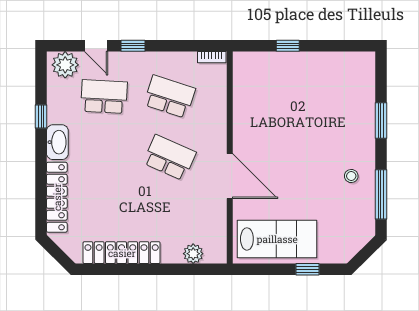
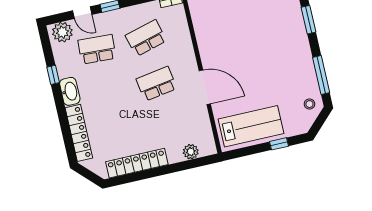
school desk: (170, 97) -> (146, 38), turned -33
school desk: (170, 158) -> (156, 84), turned -33
stool: (351, 176) -> (309, 104), moved

